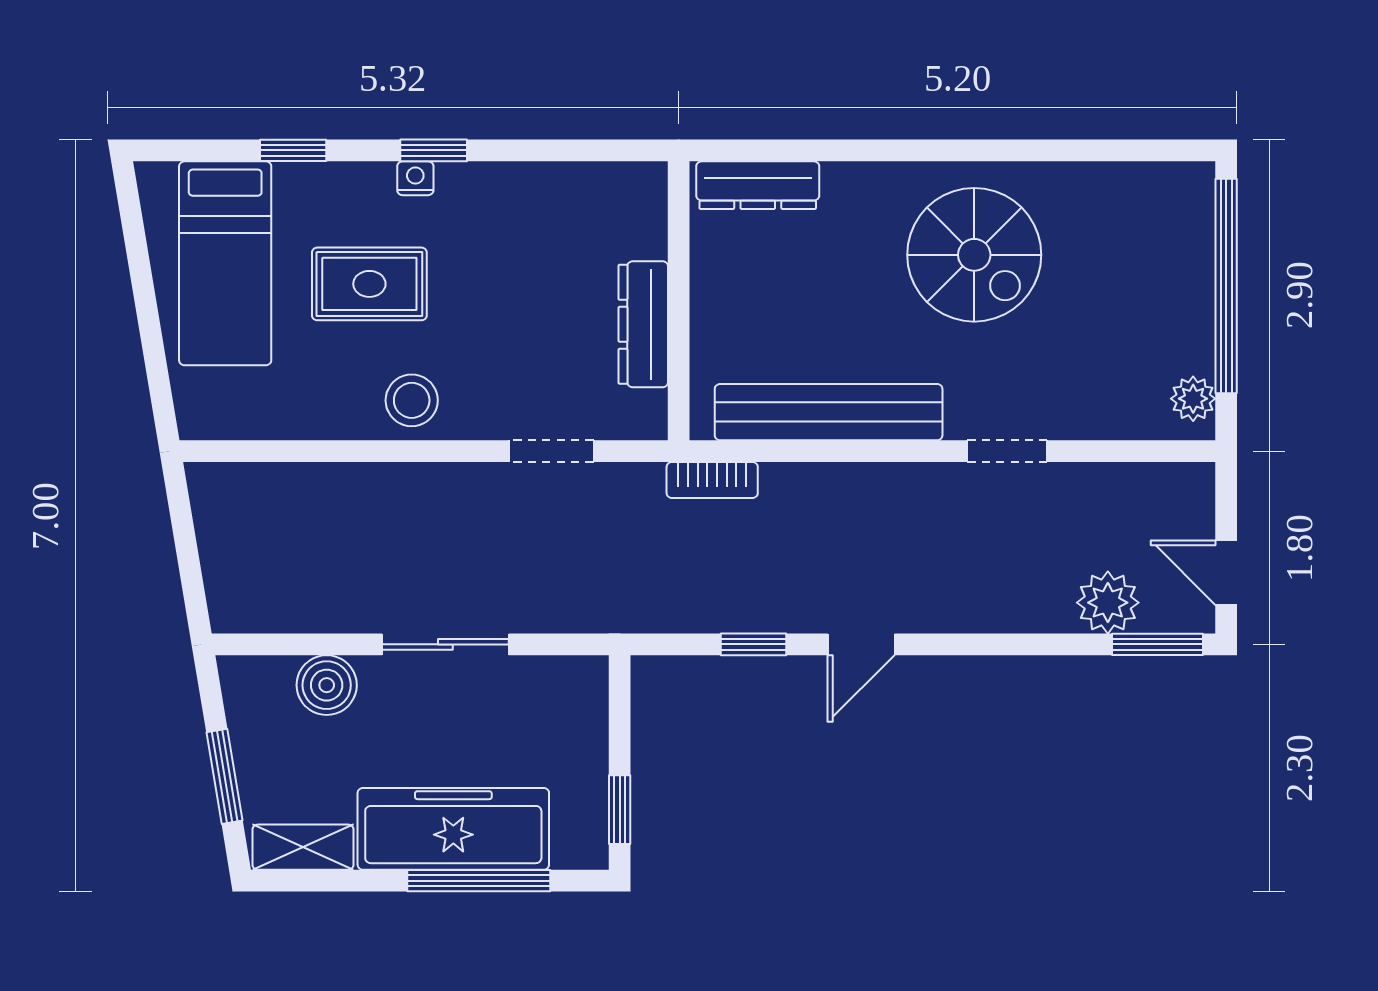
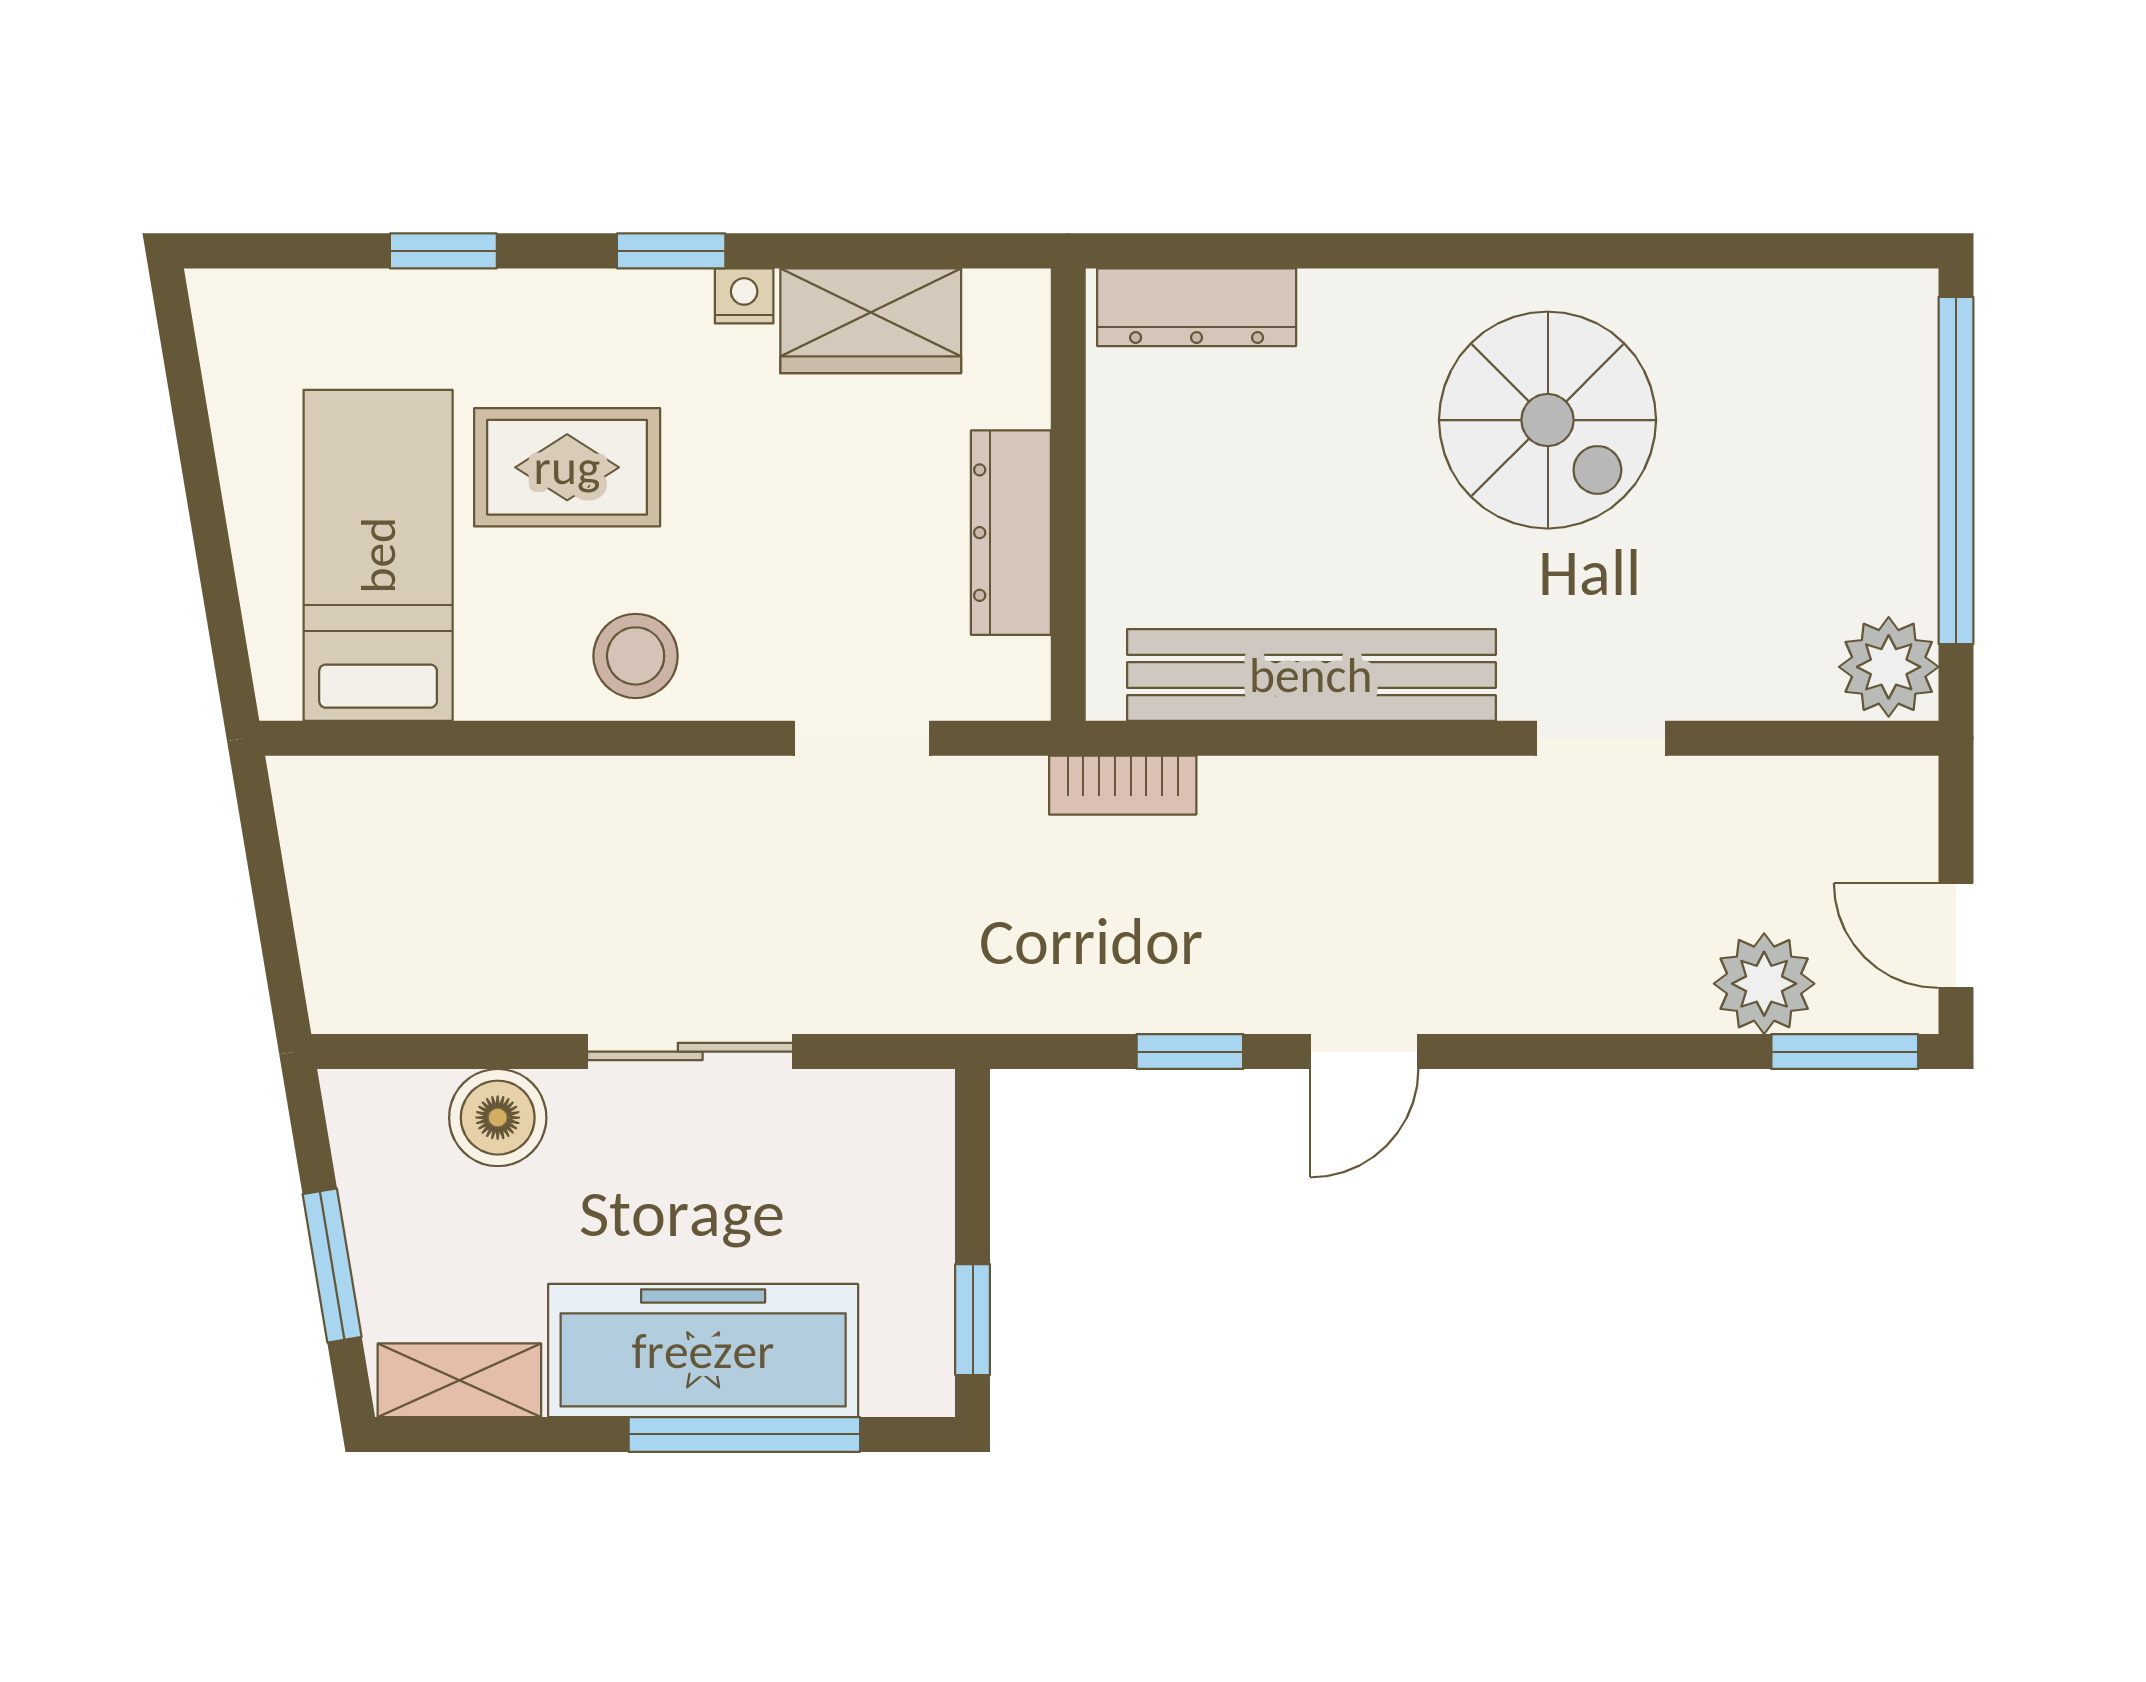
nightstand: (415, 178) -> (744, 296), moved
wardrobe: (557, 194) -> (871, 321), added
bed: (225, 263) -> (378, 555), moved, turned 180
plant: (1193, 399) -> (1889, 667), width x1.38, depth x1.38

